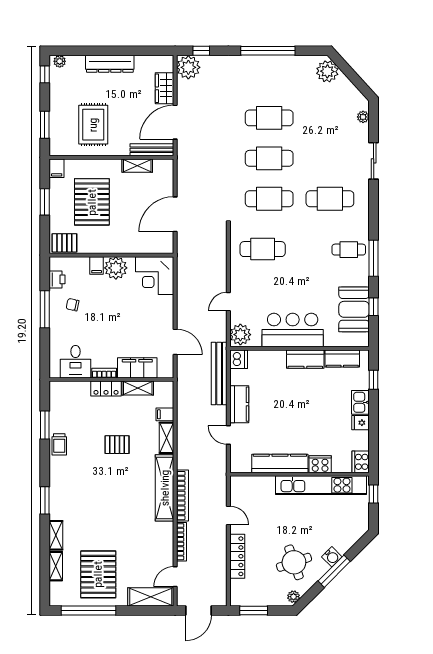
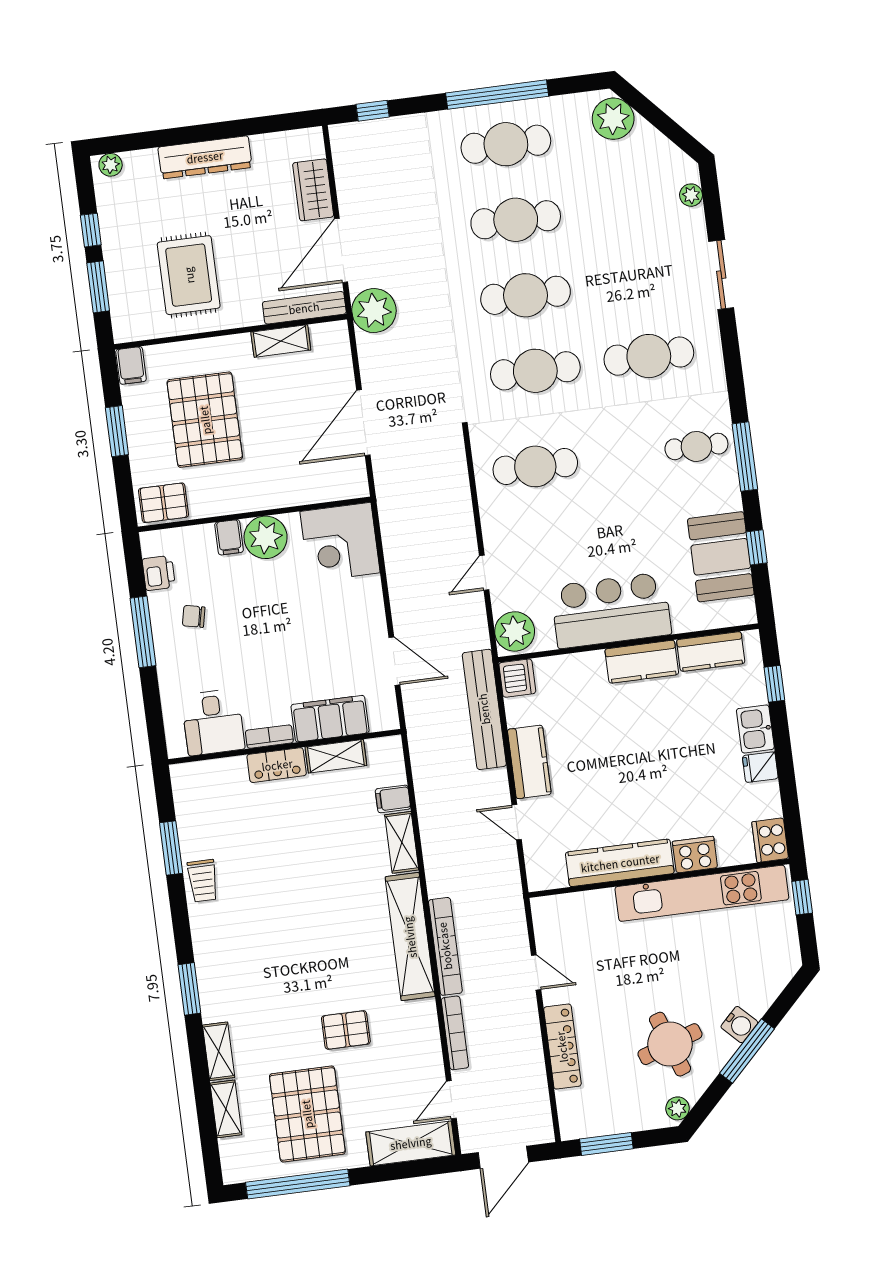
plant: (188, 67) -> (374, 311), moved
window: (45, 74) -> (91, 230), moved
cafe table: (269, 77) -> (506, 144), added
pallet: (117, 445) -> (346, 1030), moved

